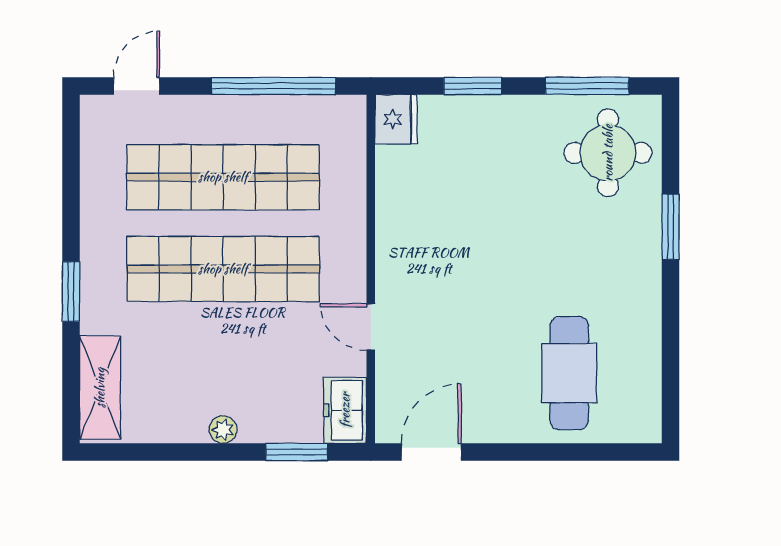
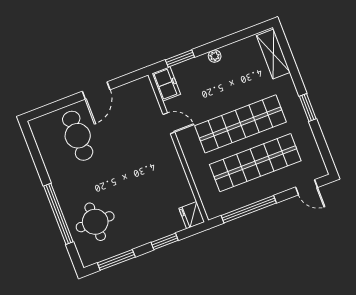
door: (137, 86) -> (307, 187), hinge flipped
round table: (608, 153) -> (95, 222), moved
window: (671, 227) -> (58, 214), width x2.11
window: (71, 292) -> (308, 107), moved
door: (431, 452) -> (96, 91), moved

